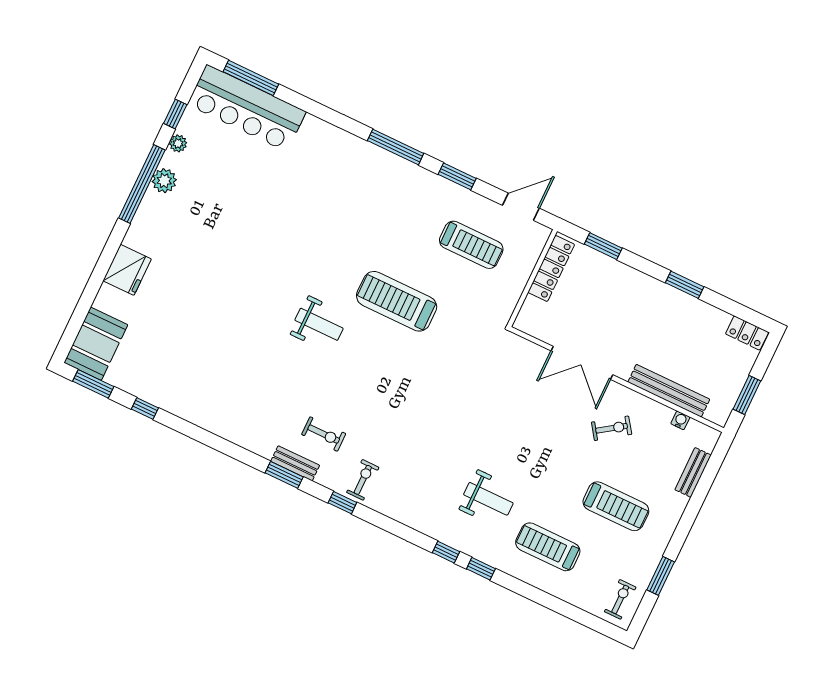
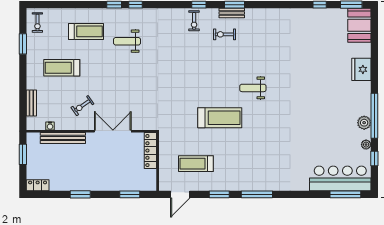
locker: (551, 268) -> (150, 151), moved

